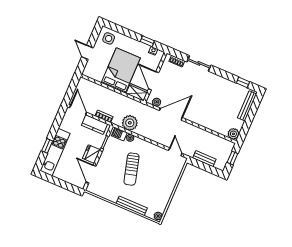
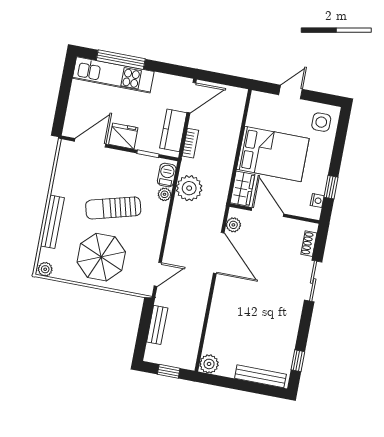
door: (154, 81) -> (268, 212), hinge flipped
window: (47, 146) -> (121, 60), width x2.17
parasol: (158, 182) -> (101, 257), added

